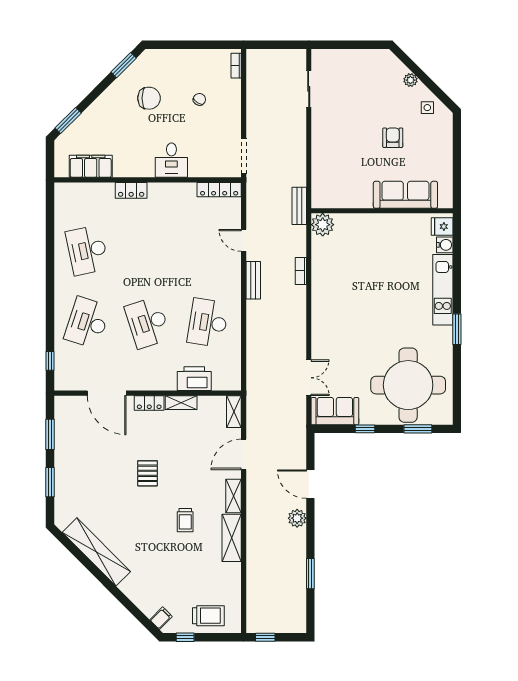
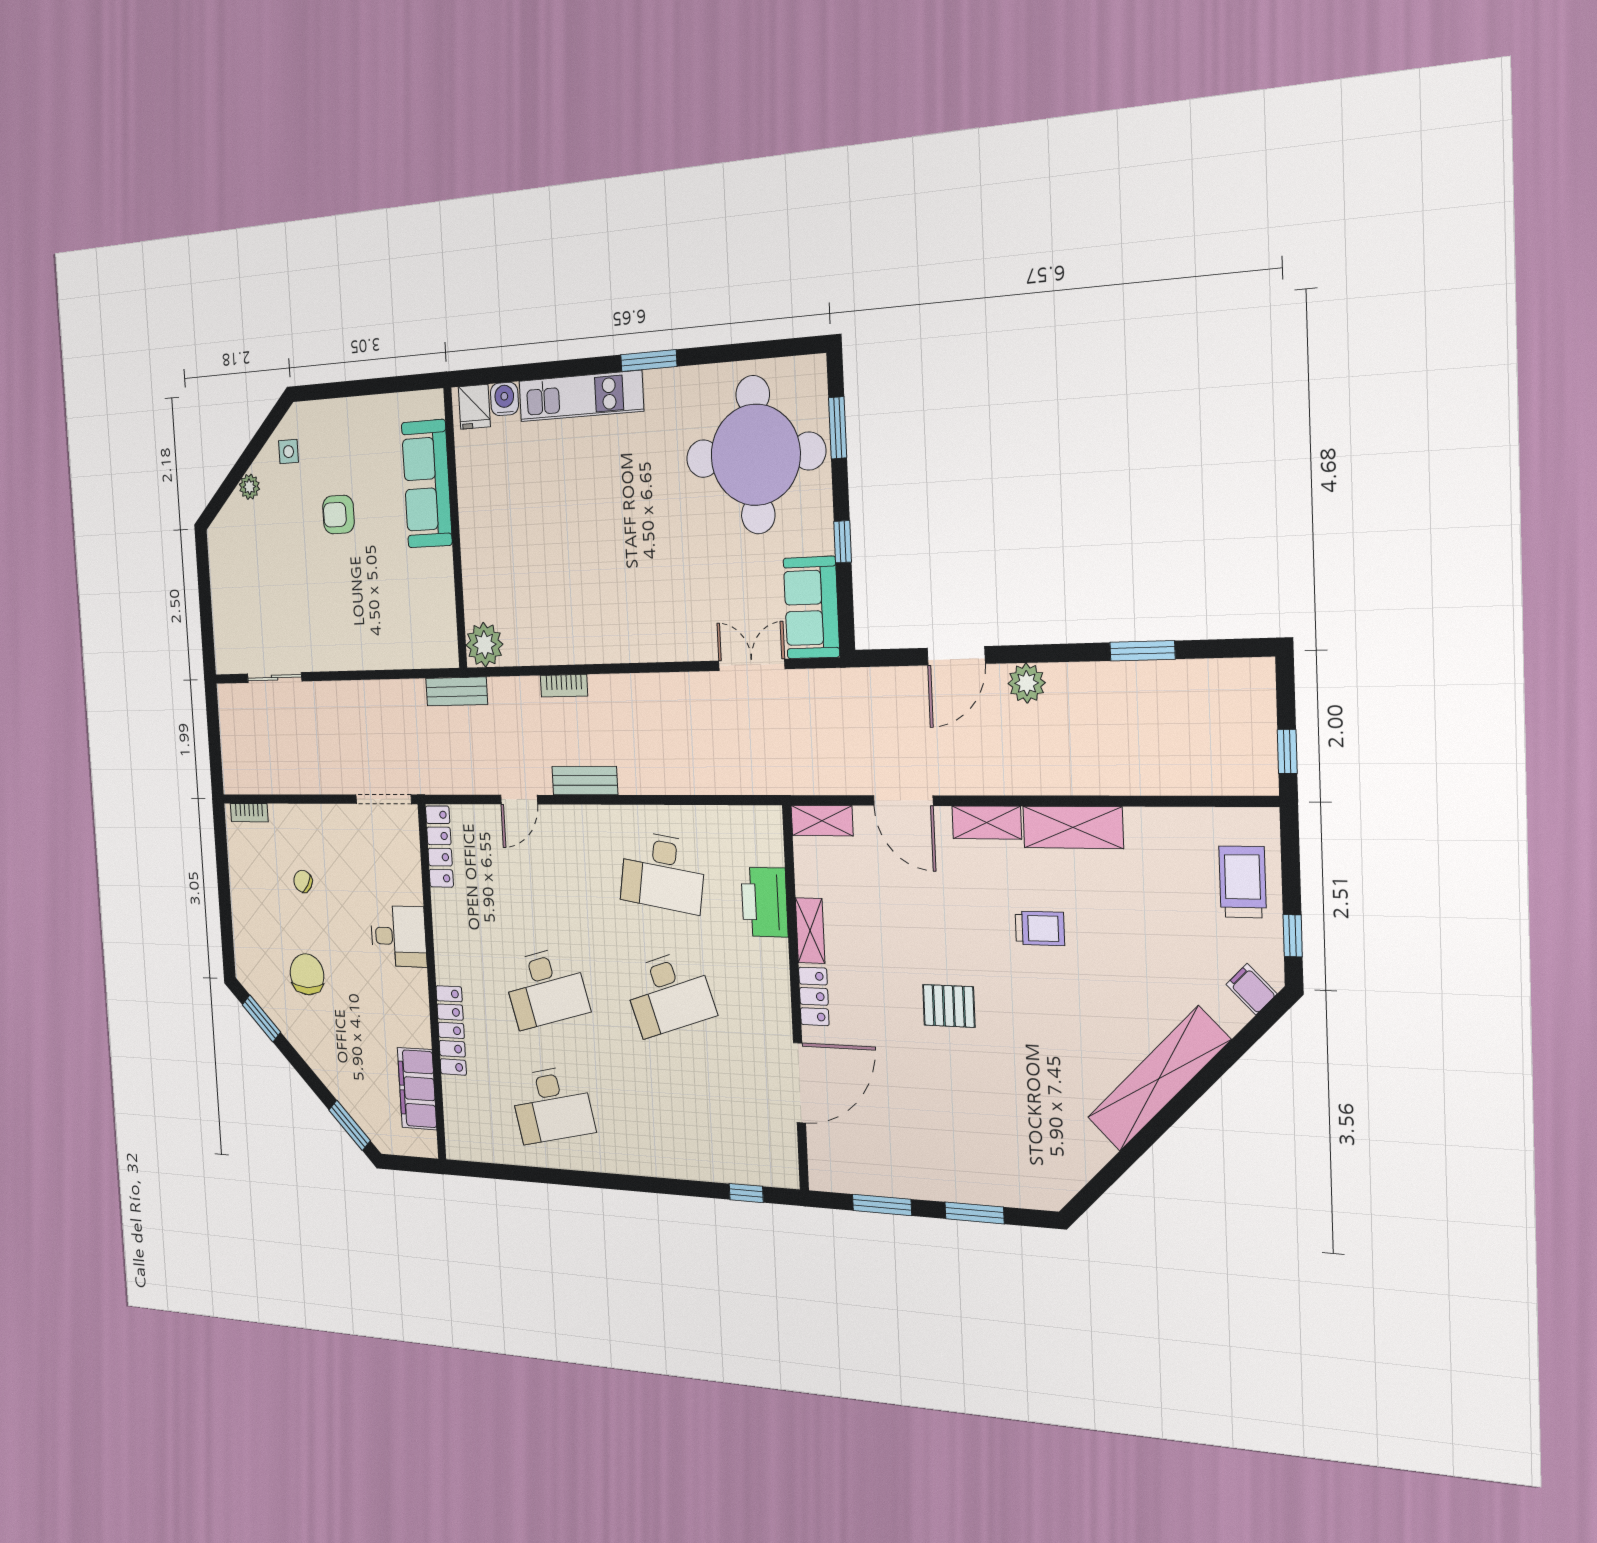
locker: (131, 190) -> (451, 1030), width x1.53
desk: (87, 323) -> (546, 988), moved, turned -33
shelving: (96, 552) -> (1159, 1079), moved

